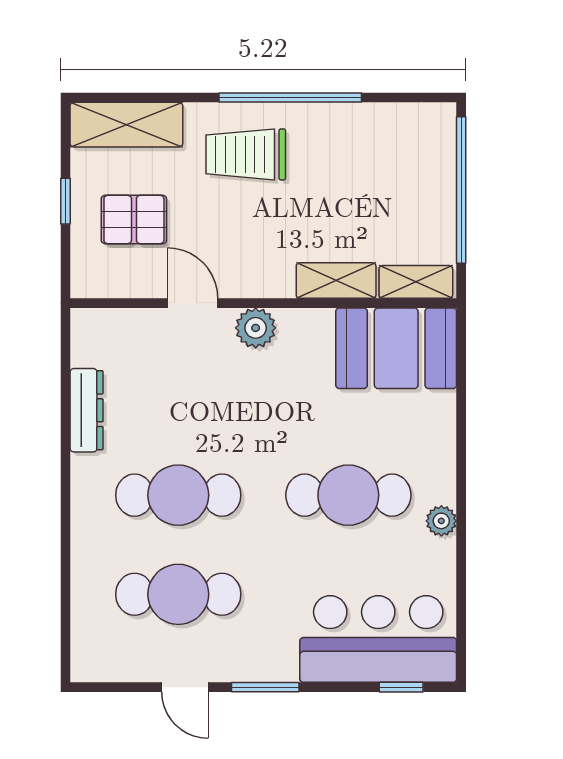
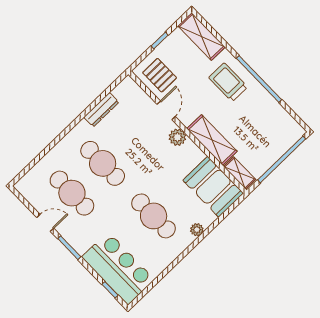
pallet: (134, 219) -> (160, 75), moved
shelving: (336, 281) -> (212, 140), width x1.50, depth x1.33
plant: (441, 521) -> (197, 230), moved
door: (185, 687) -> (45, 223), swing flipped

